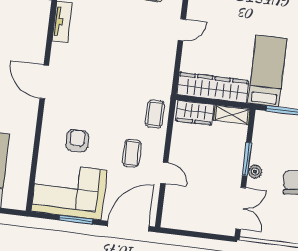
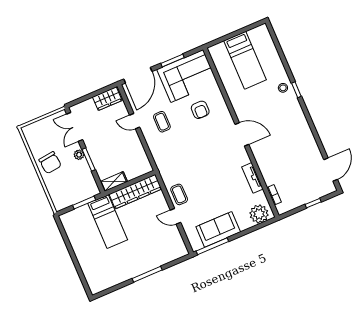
door: (182, 30) -> (175, 216), hinge flipped
wardrobe: (195, 113) -> (107, 99), moved, turned 180
coffee table: (155, 114) -> (179, 194), moved

